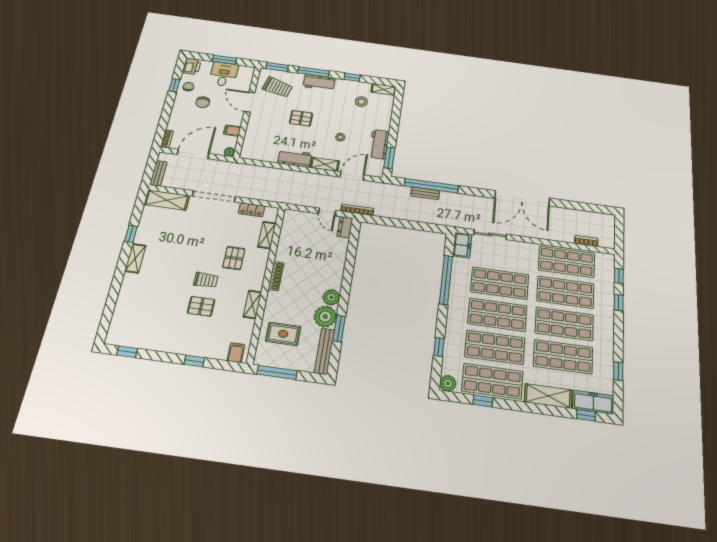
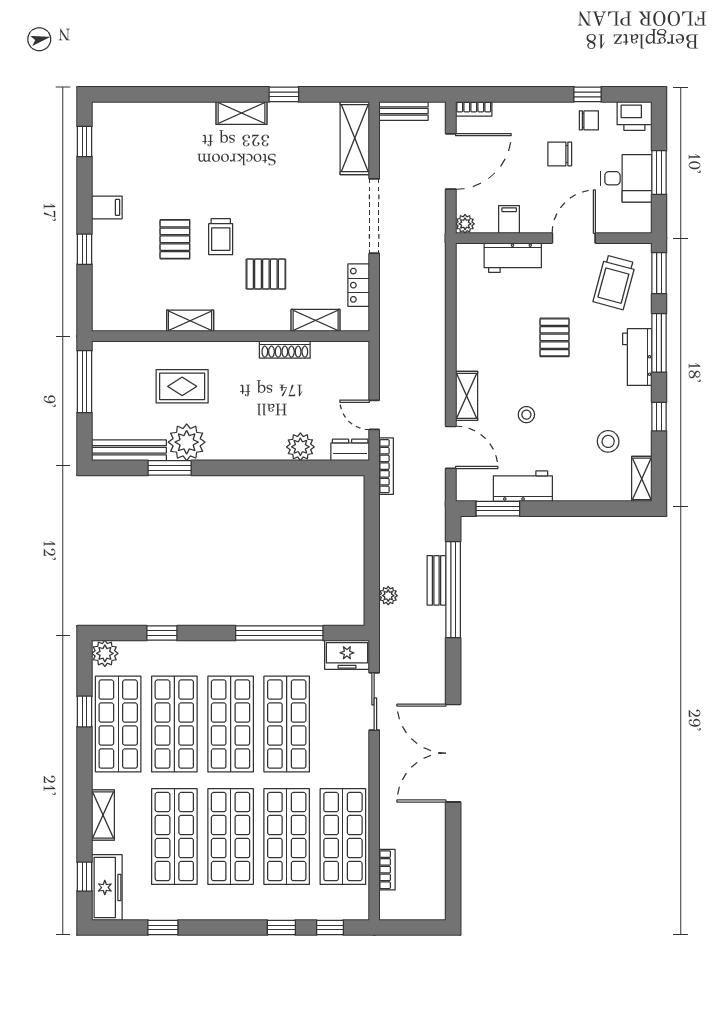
door: (193, 154) -> (451, 161), hinge flipped
workbench: (295, 158) -> (513, 258), moved, turned 90
door: (327, 212) -> (374, 415), hinge flipped
plant: (431, 219) -> (388, 596), added
shoe rack: (276, 276) -> (285, 350), moved
plant: (331, 297) -> (300, 447), moved
rug: (283, 334) -> (182, 386), moved, turned 90
filing cabinet: (236, 353) -> (107, 207), moved
shelving: (548, 396) -> (103, 815), width x0.67, depth x0.75

